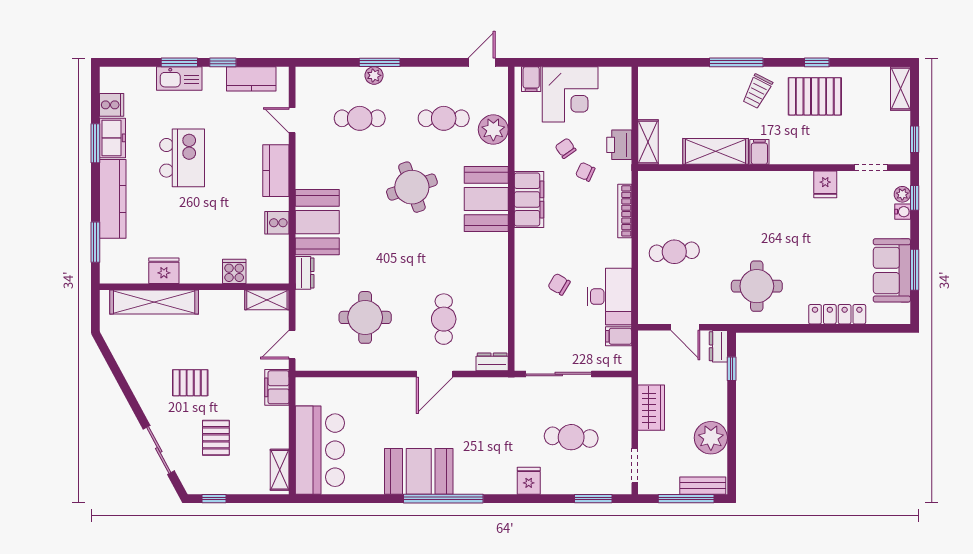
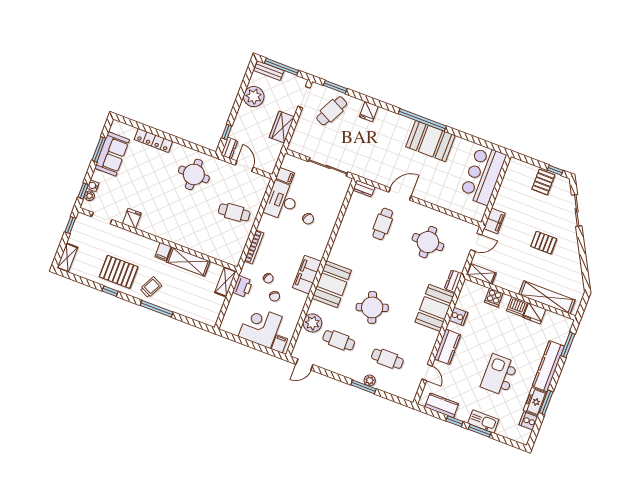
dishwasher: (194, 271) -> (517, 307), added
cafe table: (571, 437) -> (332, 111), moved, turned -67
pallet: (216, 438) -> (543, 182), moved
shelving: (280, 470) -> (511, 172), removed

